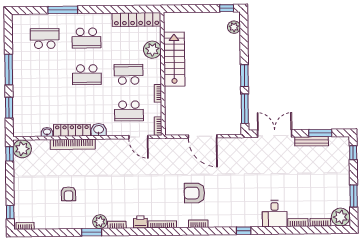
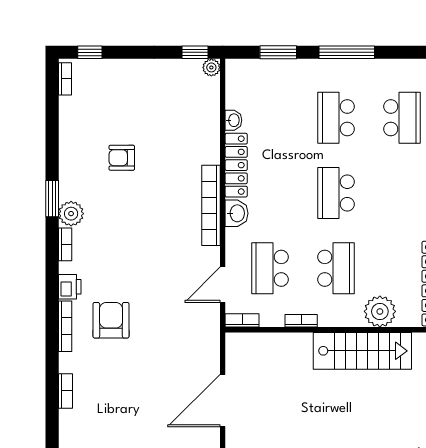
school desk: (86, 38) -> (336, 118), moved
bookcase: (73, 144) -> (211, 205), moved
plant: (22, 149) -> (211, 67), width x0.53, depth x0.53
armchair: (194, 193) -> (111, 320), moved

